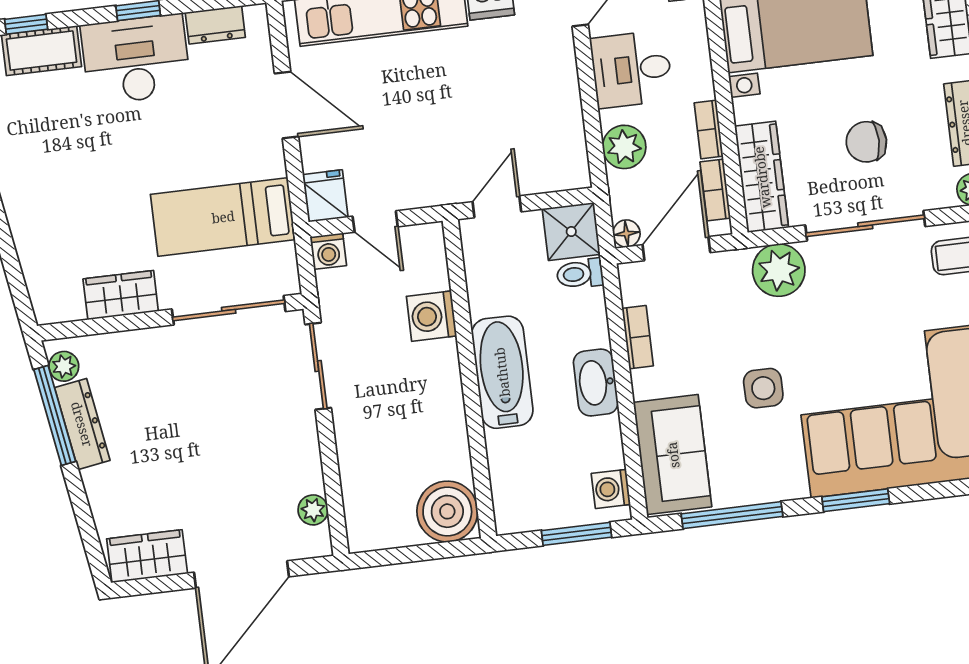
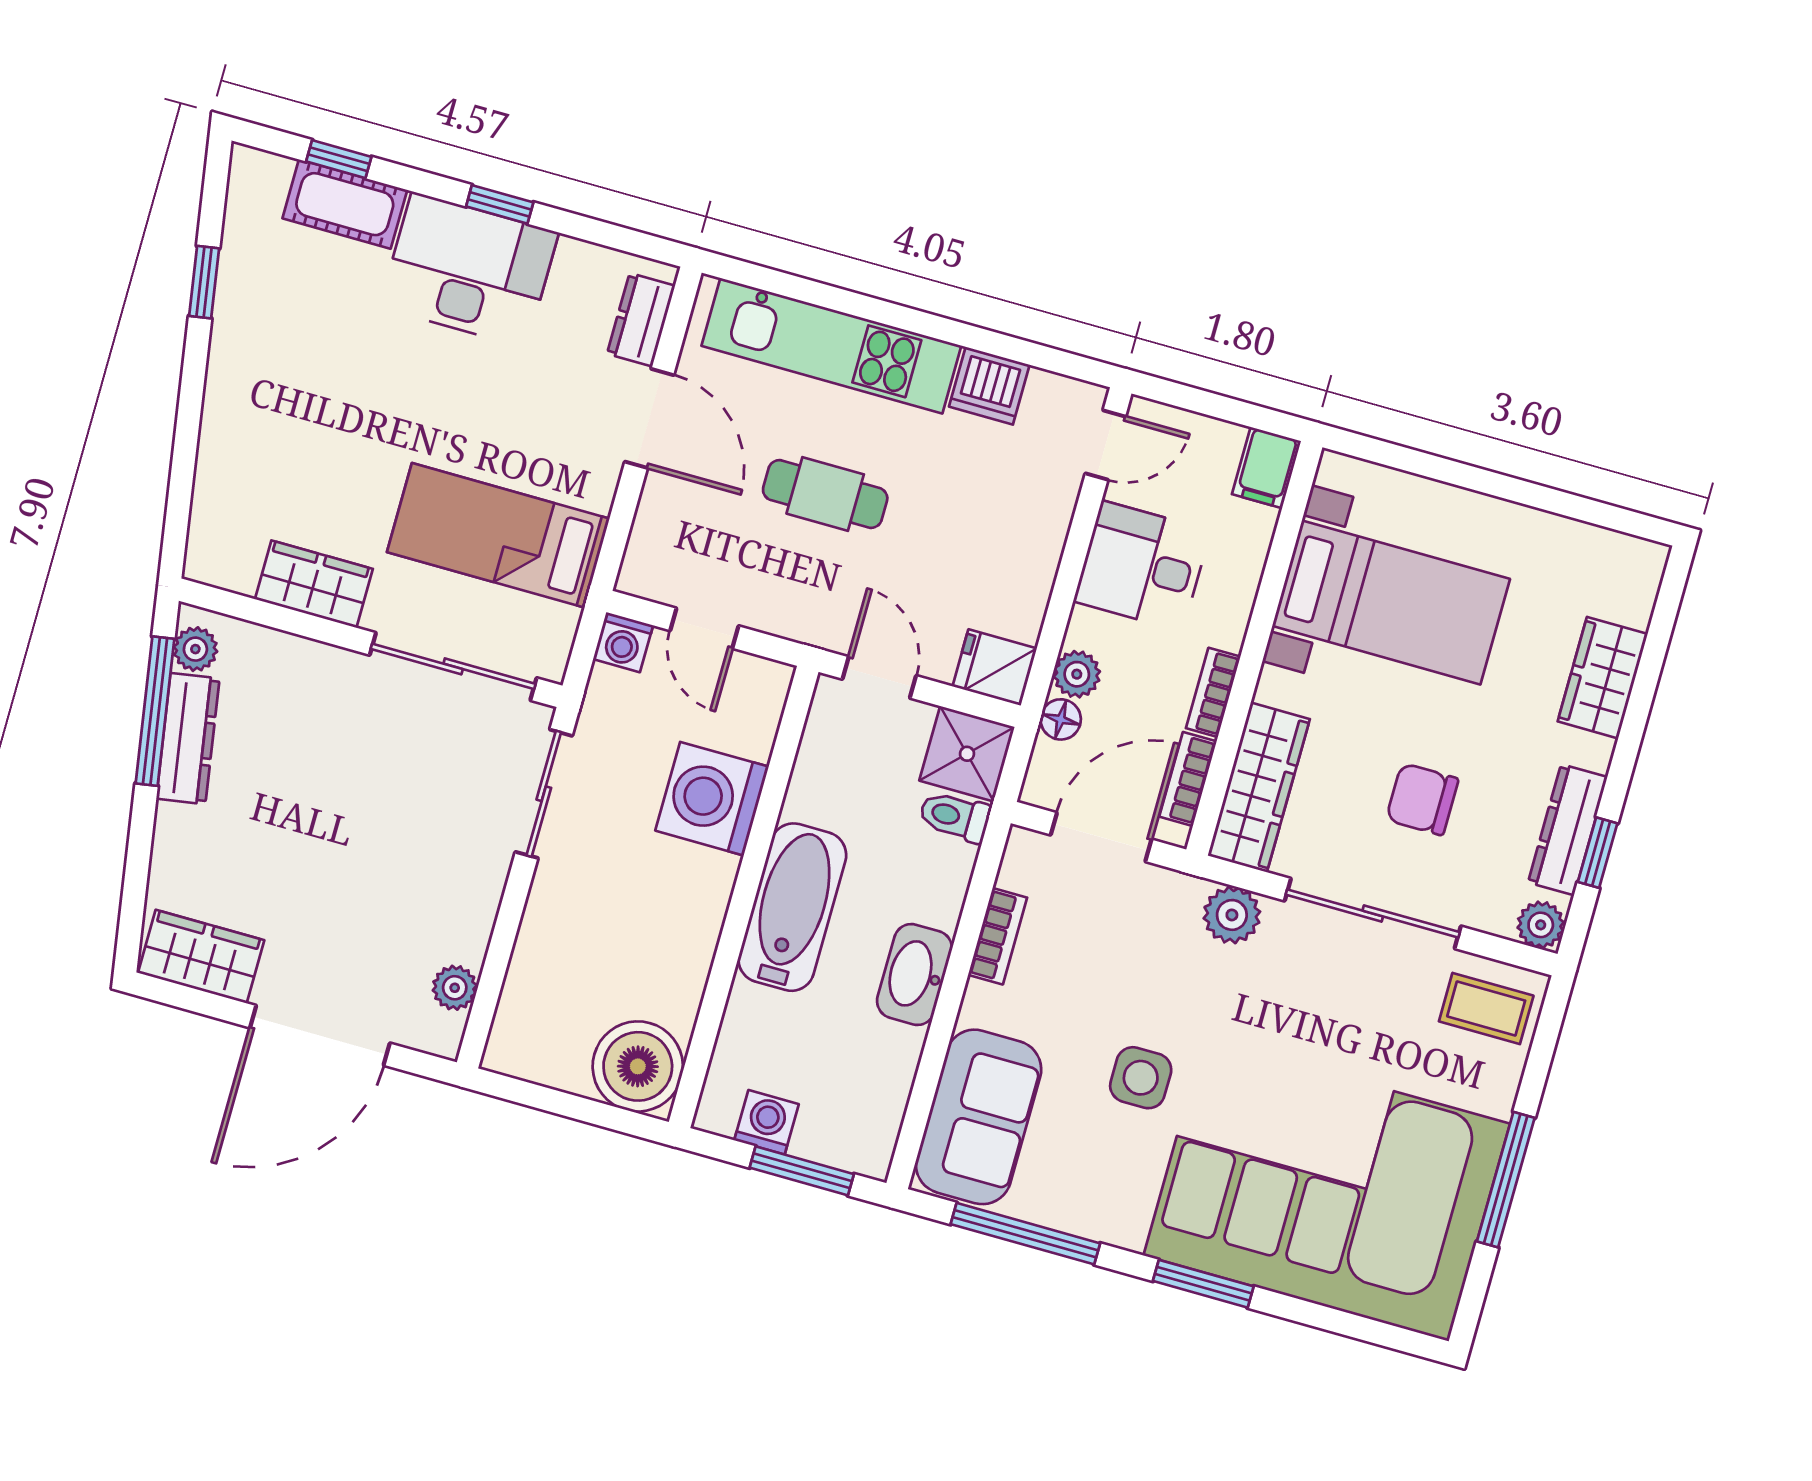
dresser: (215, 25) -> (641, 320), moved, turned 90
cafe table: (416, 107) -> (825, 494), added
plant: (624, 147) -> (1077, 674), width x0.73, depth x0.73
fridge: (325, 196) -> (995, 667), moved, turned -90
door: (497, 207) -> (879, 677), hinge flipped
floor lamp: (626, 234) -> (1061, 719), moved
plant: (779, 270) -> (1232, 915), width x0.73, depth x0.73
washing machine: (432, 316) -> (712, 799), width x1.37, depth x1.37
washing machine: (611, 489) -> (766, 1122), moved, turned 90

